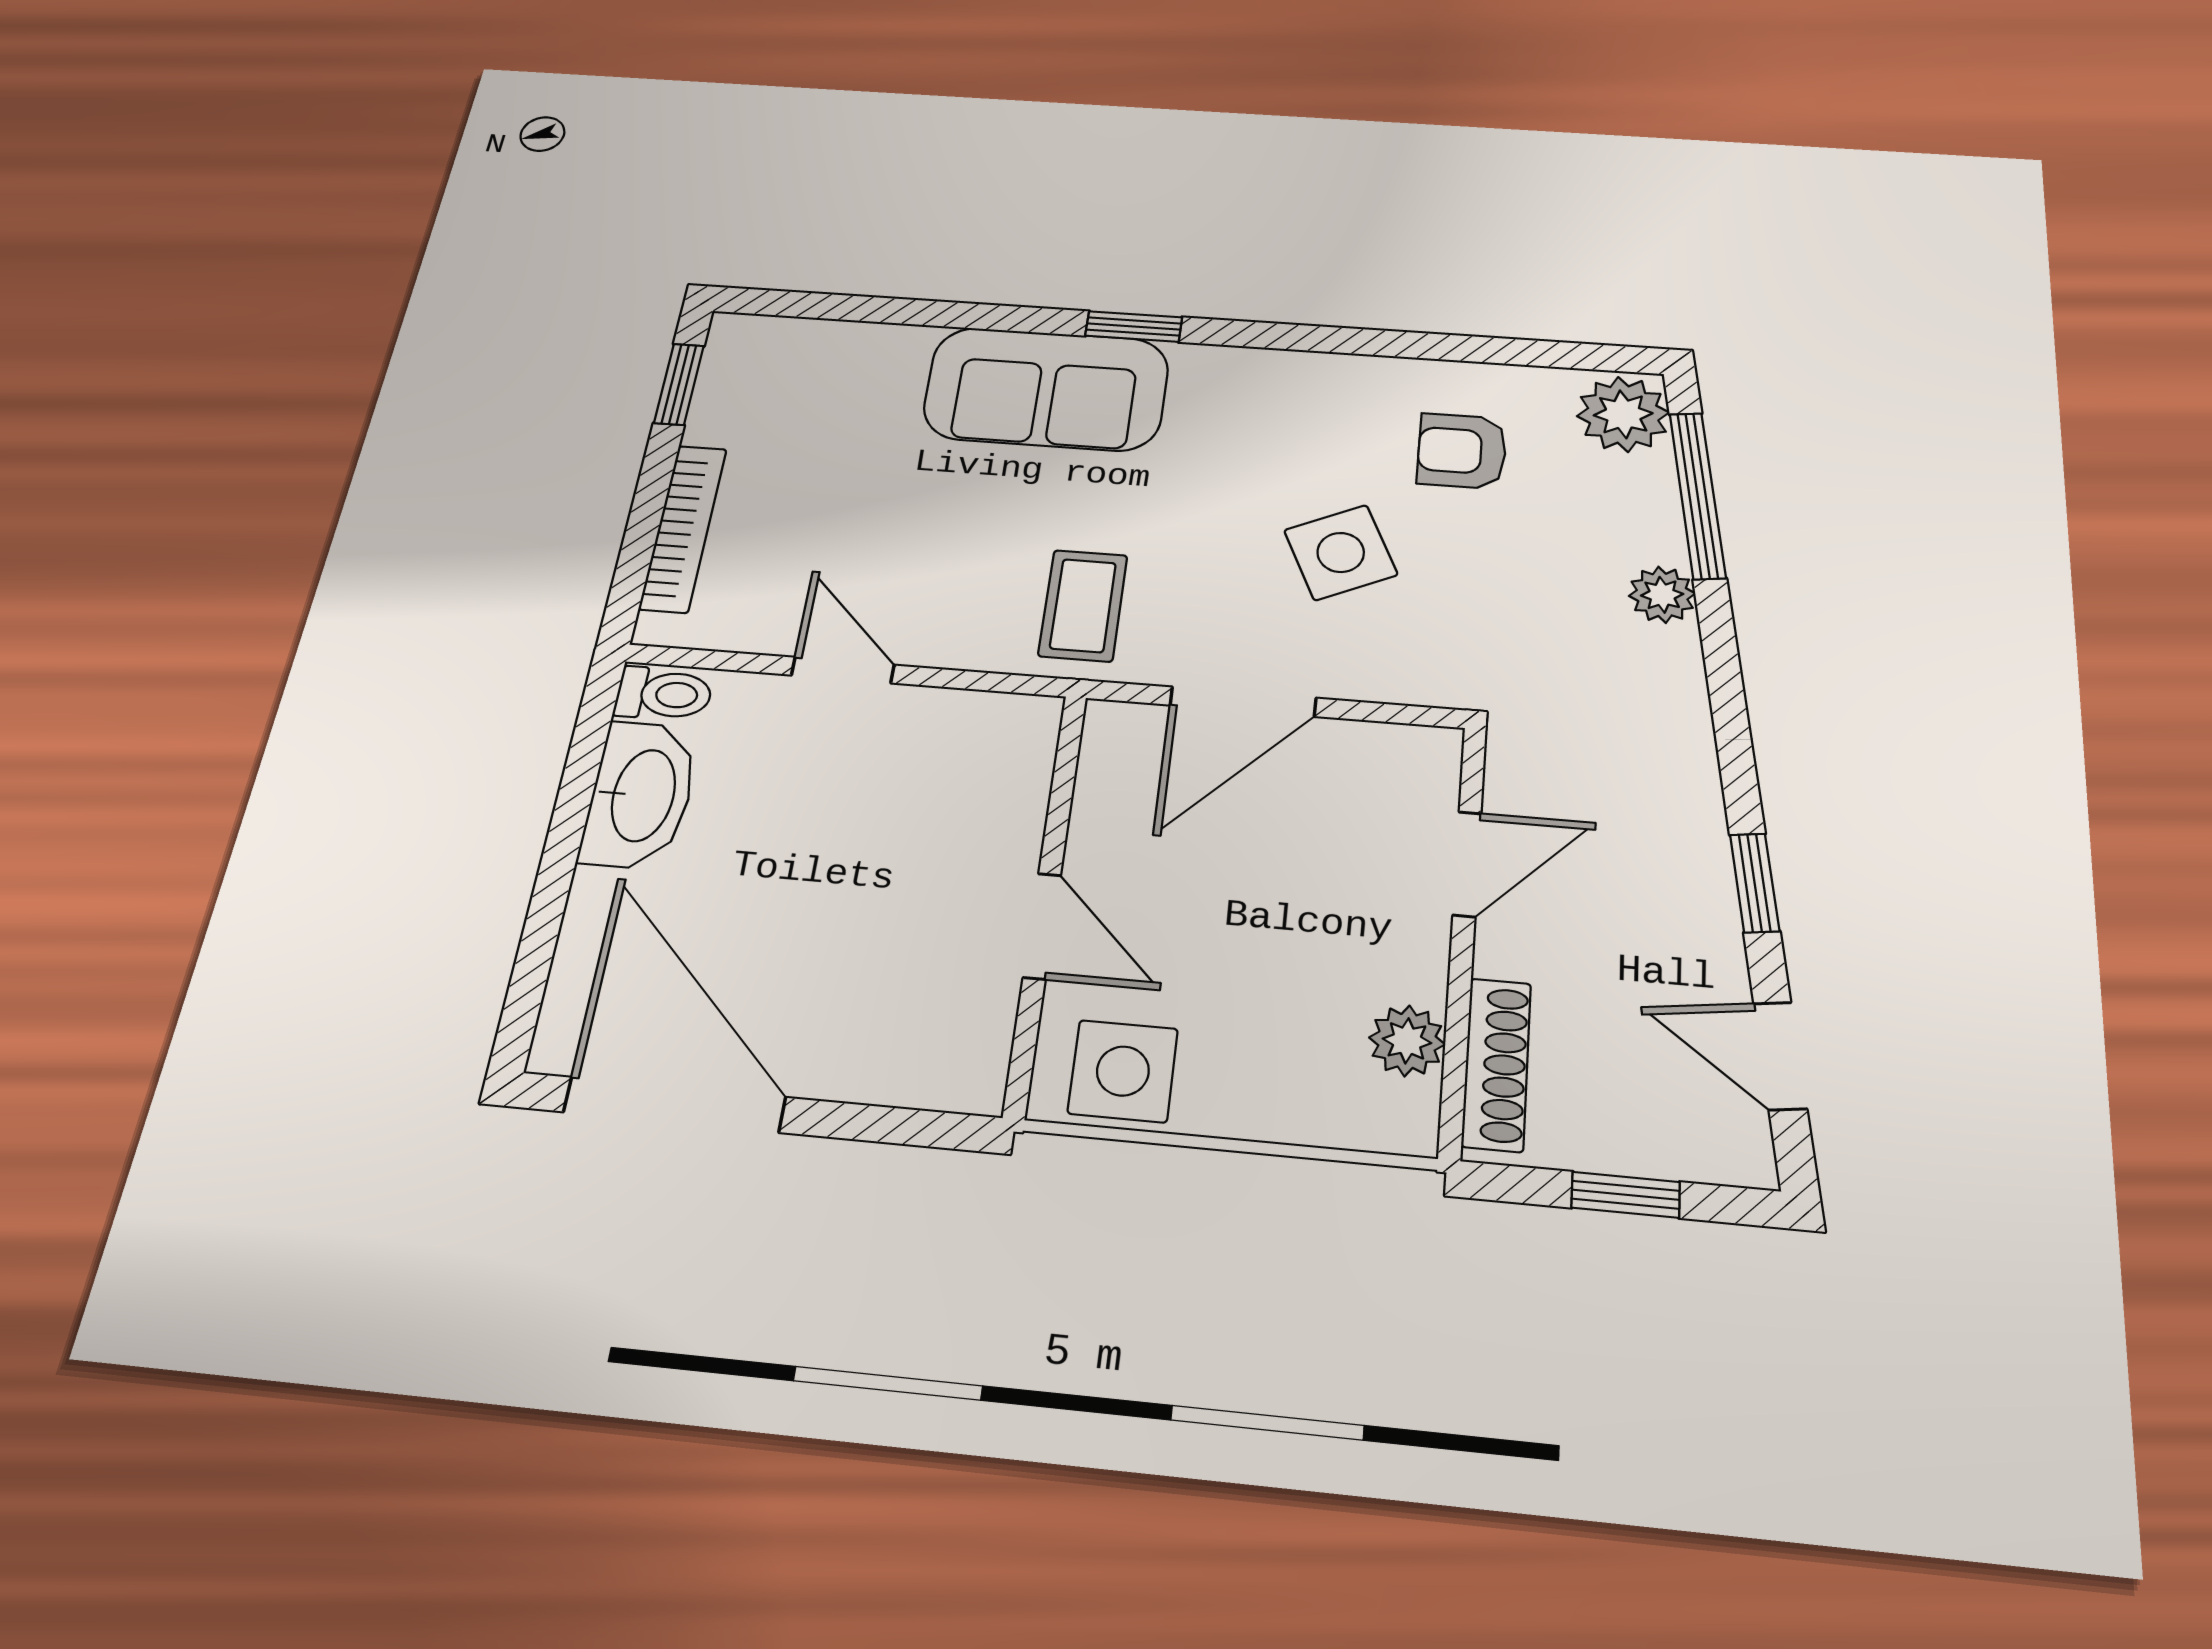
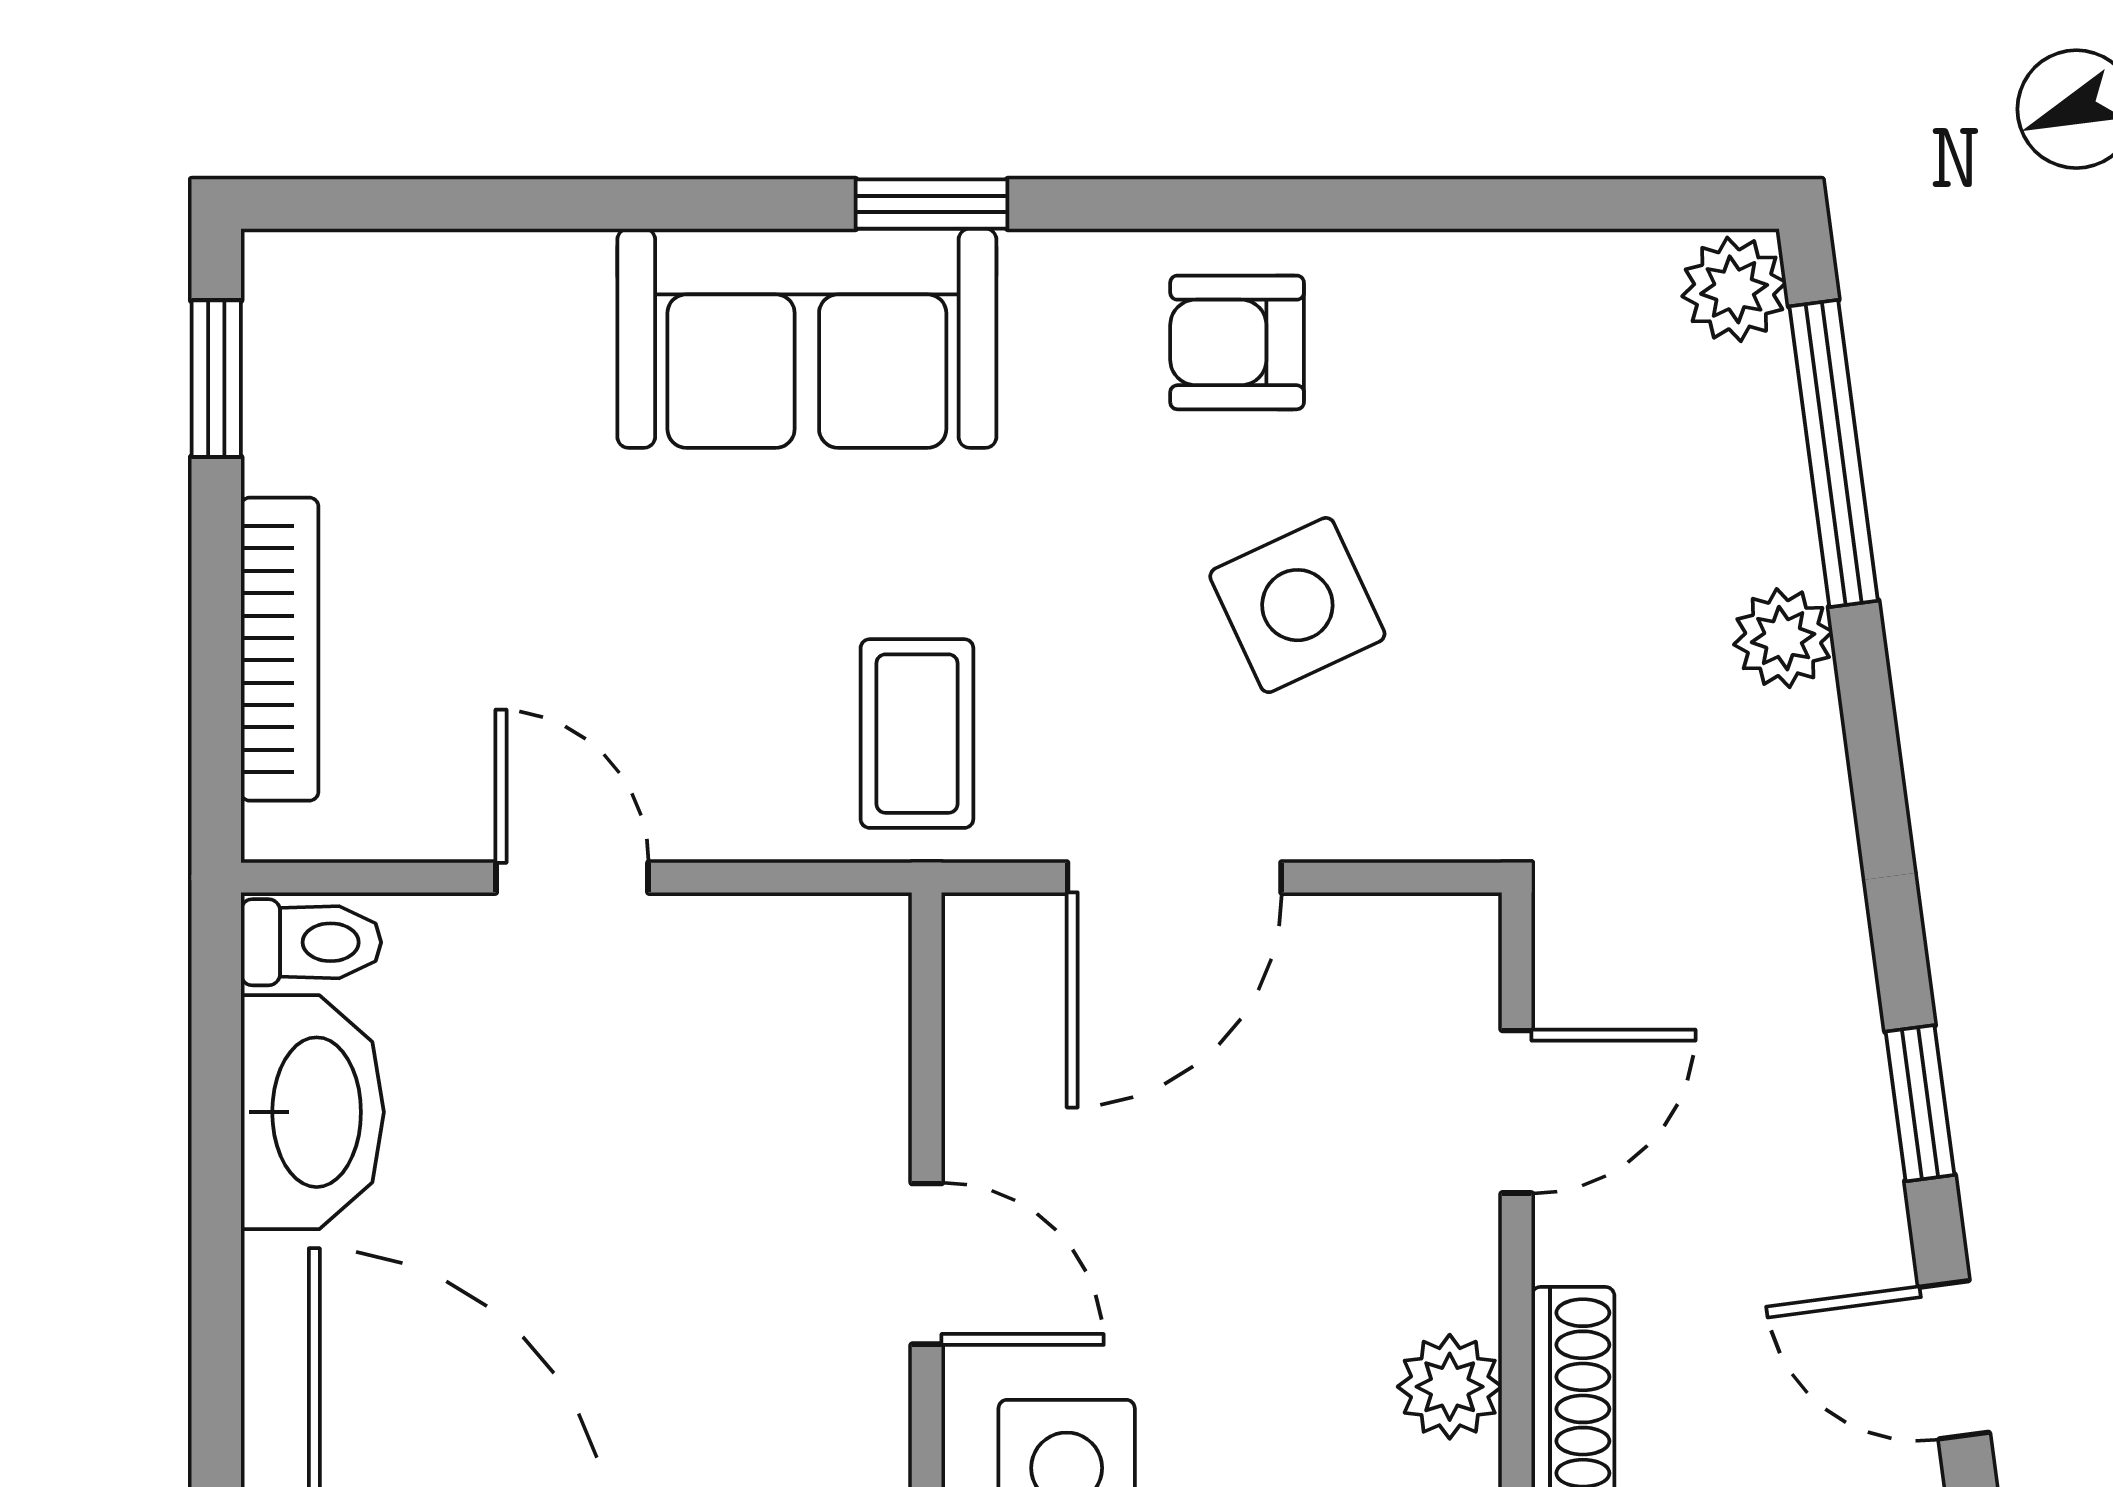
plant: (1623, 414) -> (1734, 289), width x0.73, depth x0.73
armchair: (1462, 451) -> (1237, 342), moved

